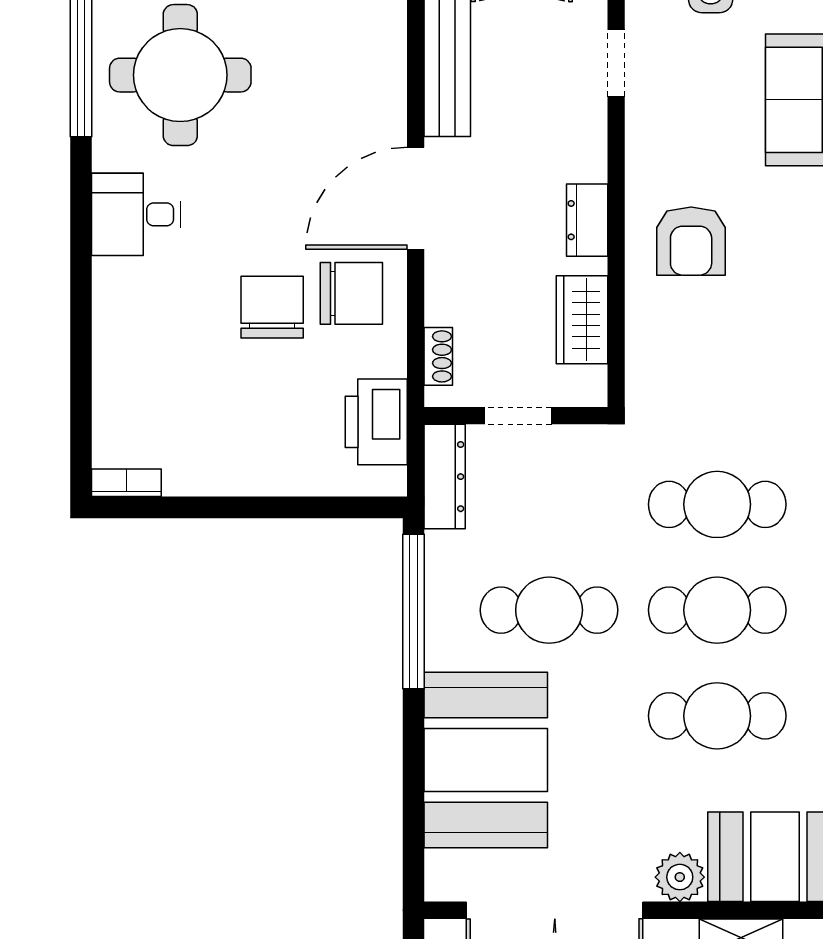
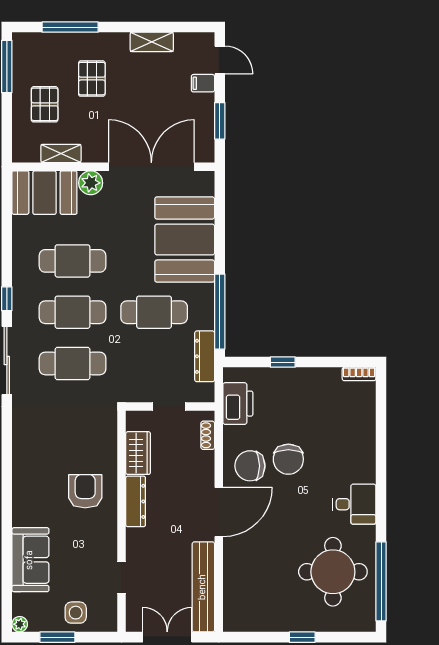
dresser: (587, 220) -> (136, 501), width x1.44
dresser: (445, 477) -> (205, 356), moved
window: (284, 507) -> (283, 362), added

